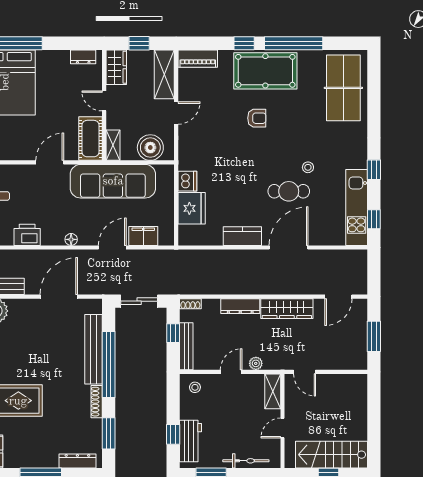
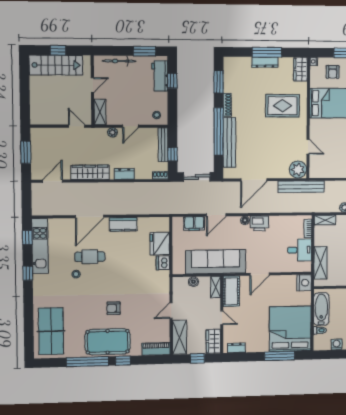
boiler: (150, 148) -> (193, 282), width x0.54, depth x0.54
printer: (27, 235) -> (259, 223), moved
dresser: (240, 306) -> (124, 174), width x0.70
dresser: (77, 461) -> (265, 62), moved

